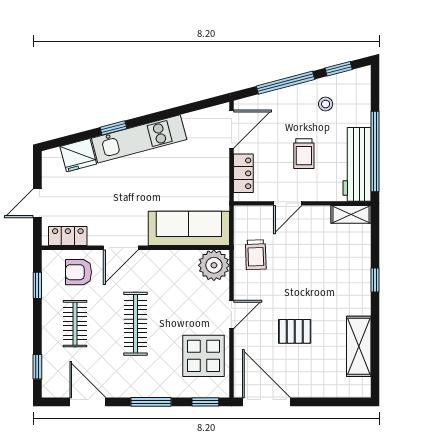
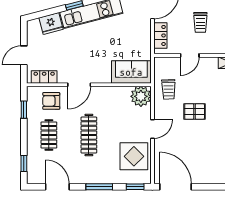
sofa: (189, 228) -> (131, 72), width x0.73
pallet: (295, 331) -> (195, 111), moved

